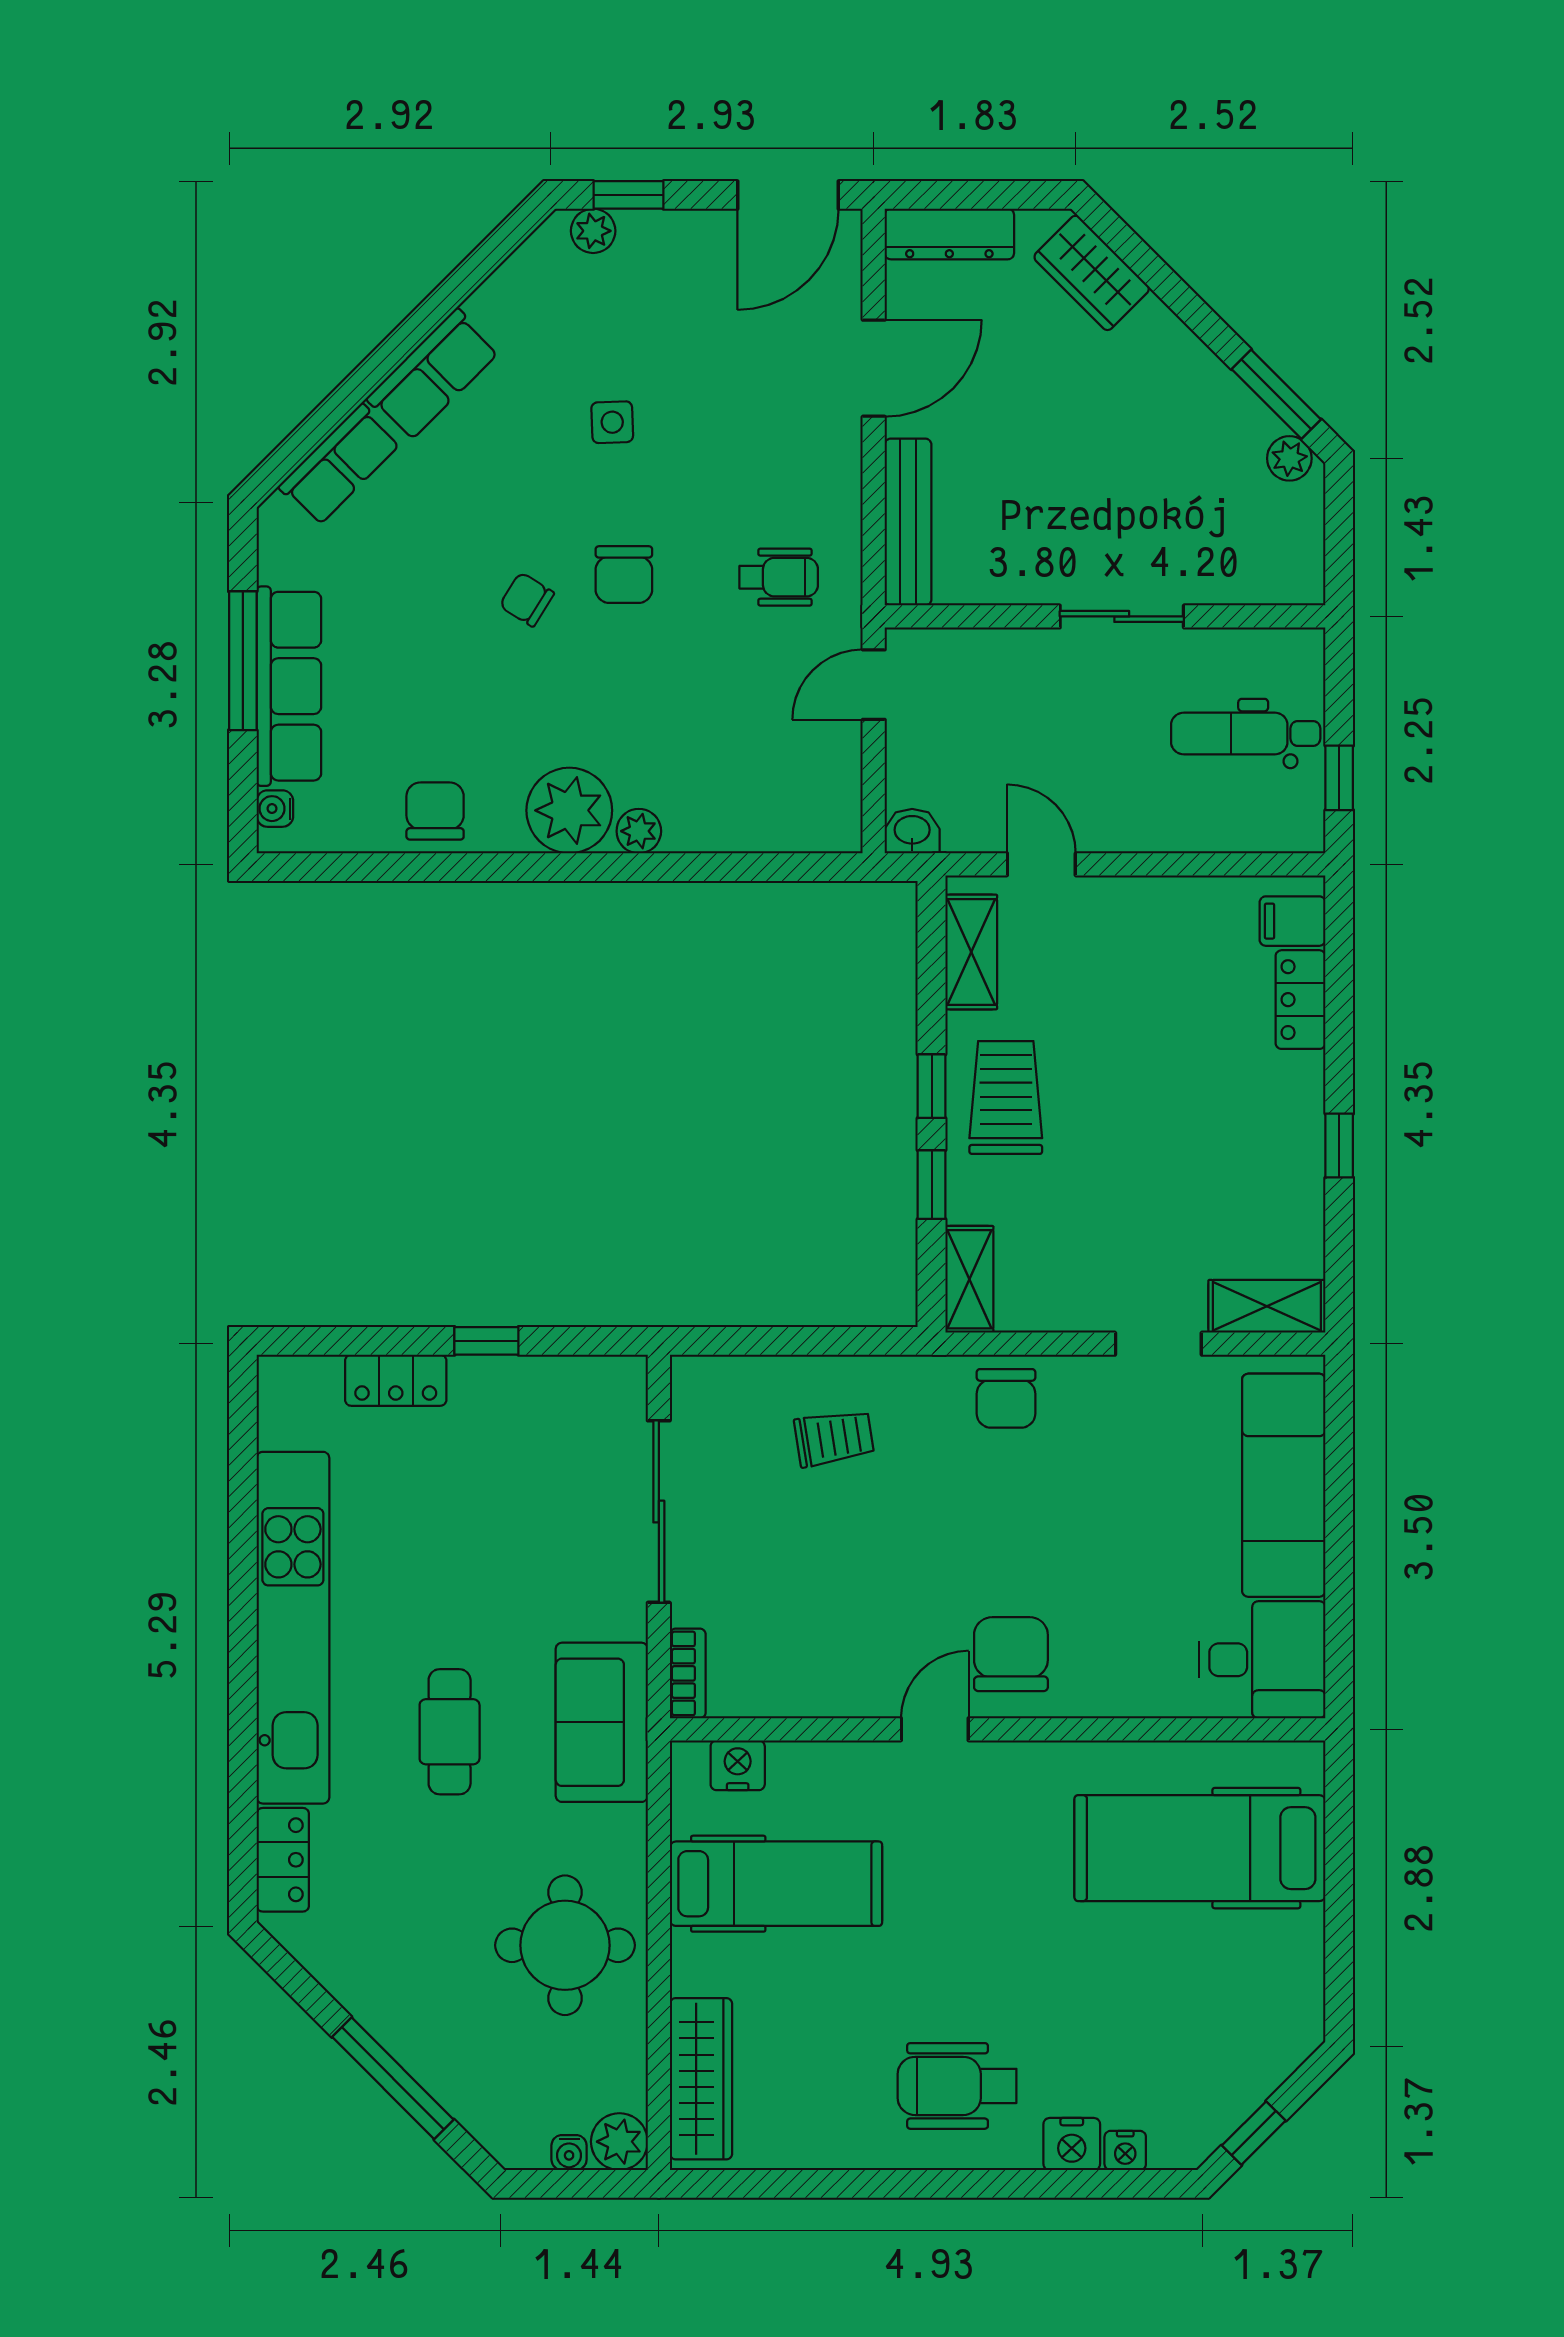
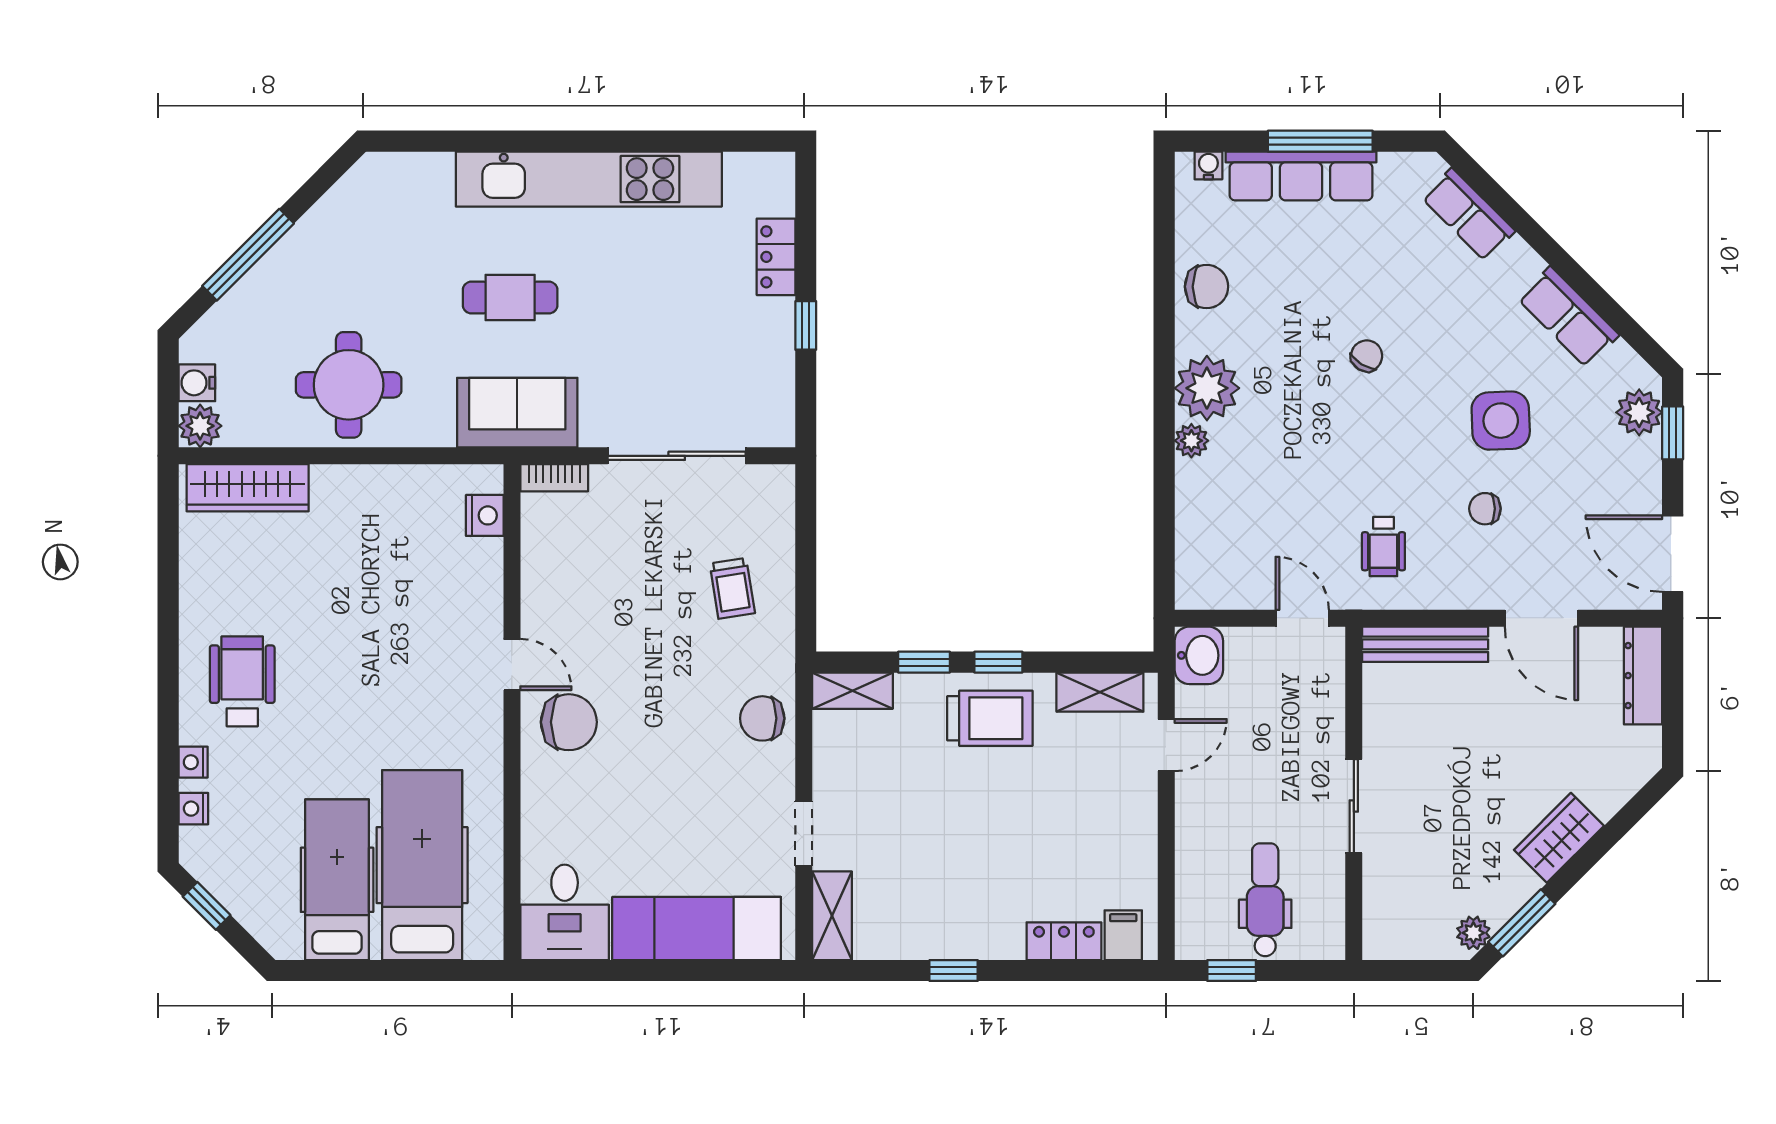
plant: (593, 231) -> (1639, 412), width x1.38, depth x1.38
wardrobe: (1092, 273) -> (1559, 838), moved
row of seats: (433, 375) -> (1568, 317), moved
side table: (612, 422) -> (1501, 421), width x1.87, depth x1.87
chair: (624, 575) -> (1485, 509), moved, width x0.73, depth x0.73
washbasin: (912, 831) -> (1199, 655), width x1.38, depth x1.45
locker: (283, 1860) -> (413, 171), removed
hospital bed: (776, 1884) -> (337, 880), moved, turned 180
nightstand: (1072, 2144) -> (193, 762), width x0.72, depth x0.74
water cooler: (569, 2153) -> (197, 383), width x1.38, depth x1.38

